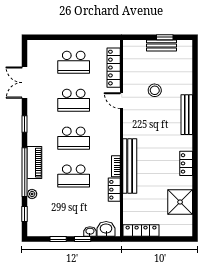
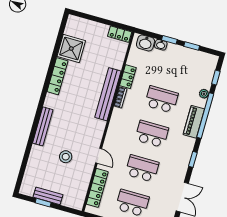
locker: (186, 163) -> (57, 76), width x1.53
locker: (141, 231) -> (120, 34), width x0.66

